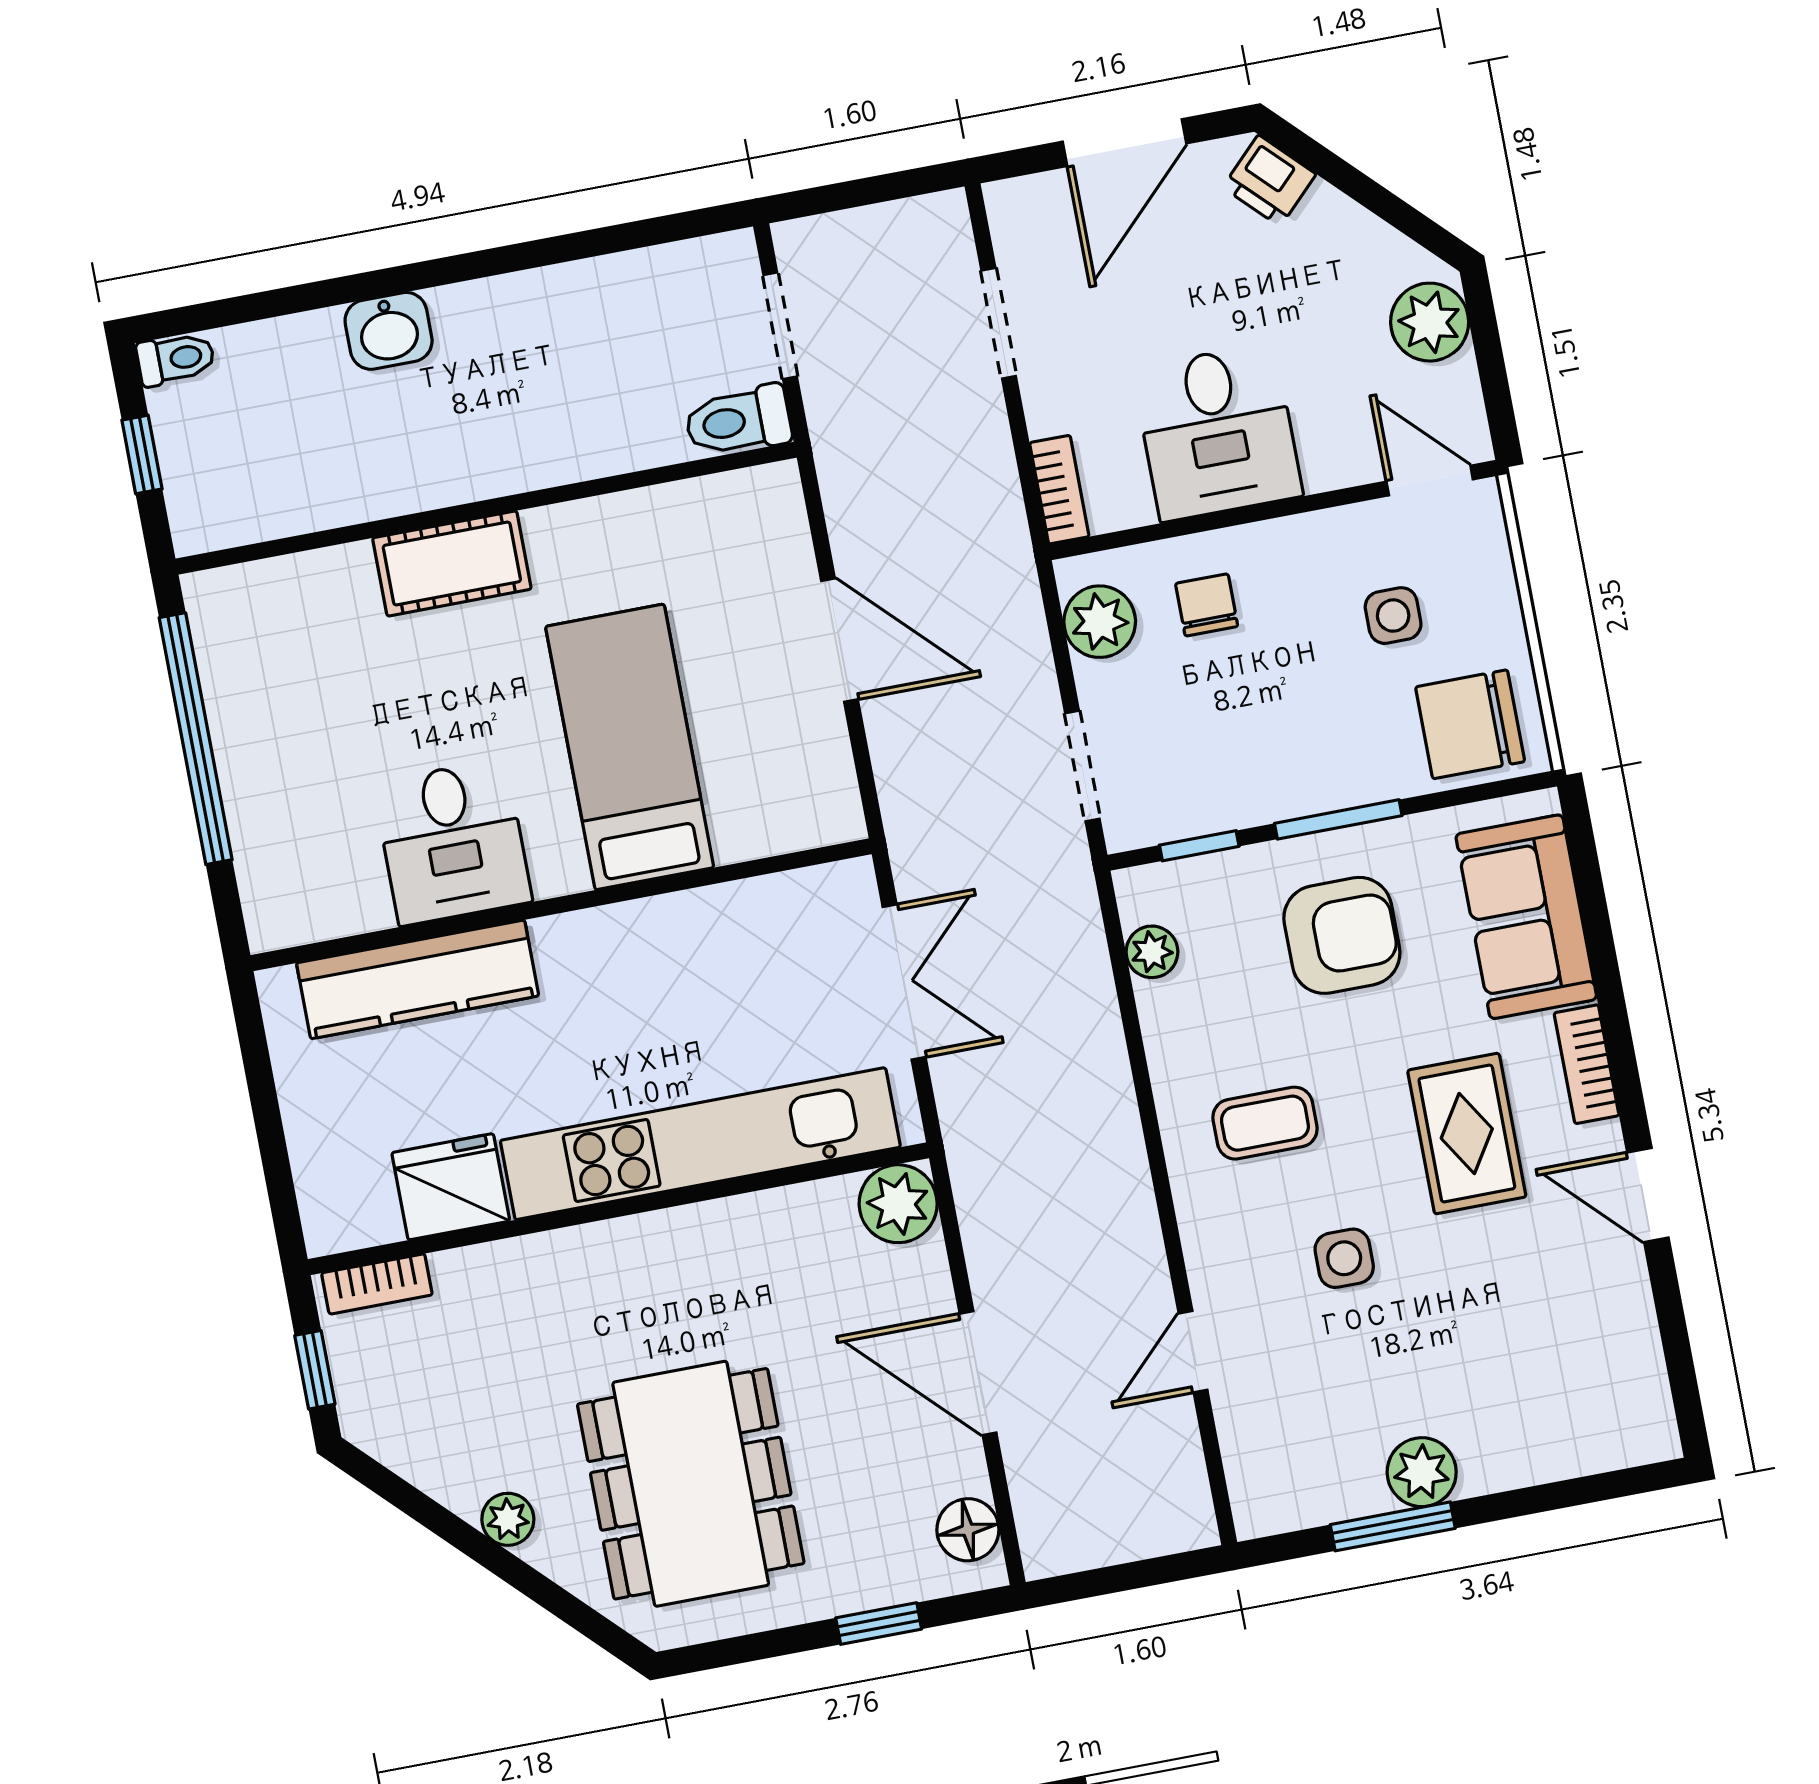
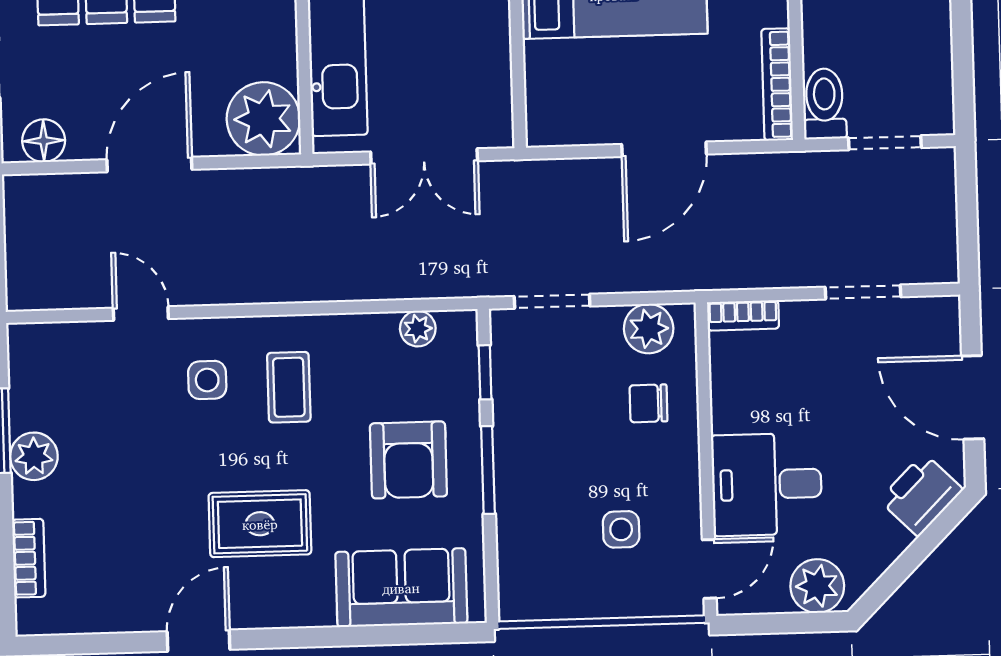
printer: (1269, 181) -> (921, 495), width x1.36, depth x1.24
desk: (1217, 432) -> (767, 484), moved
bookcase: (721, 493) -> (777, 84), added
chair: (1207, 605) -> (648, 403), turned 180
chair: (1470, 724) -> (539, 570), removed
bookcase: (1587, 1064) -> (29, 558), moved, turned 90
plant: (898, 1204) -> (263, 119), width x1.36, depth x1.36
side table: (1344, 1258) -> (207, 380), moved

